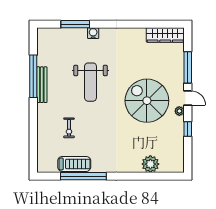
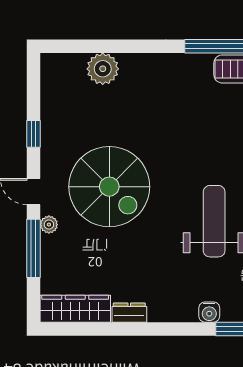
dresser: (136, 33) -> (129, 313), added
plant: (179, 111) -> (49, 225), moved

